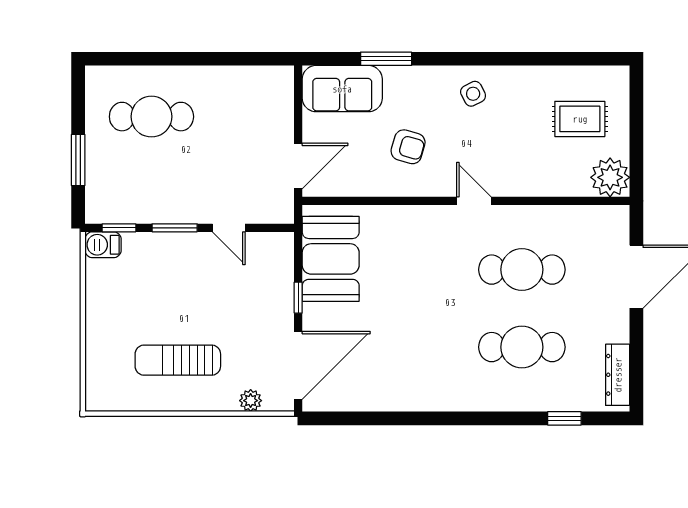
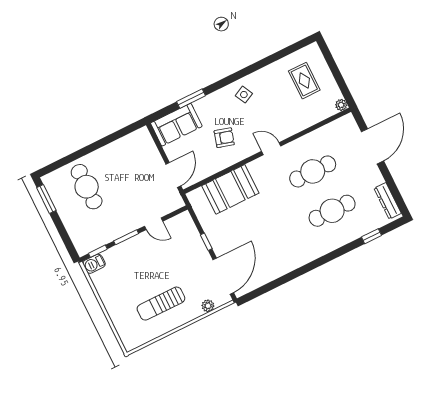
cafe table: (151, 117) -> (87, 187), turned 90
rug: (580, 119) -> (304, 81), turned 90
window: (78, 160) -> (46, 199), moved
plant: (610, 177) -> (341, 105), width x0.53, depth x0.53
booth: (331, 259) -> (230, 189), moved, turned 90

